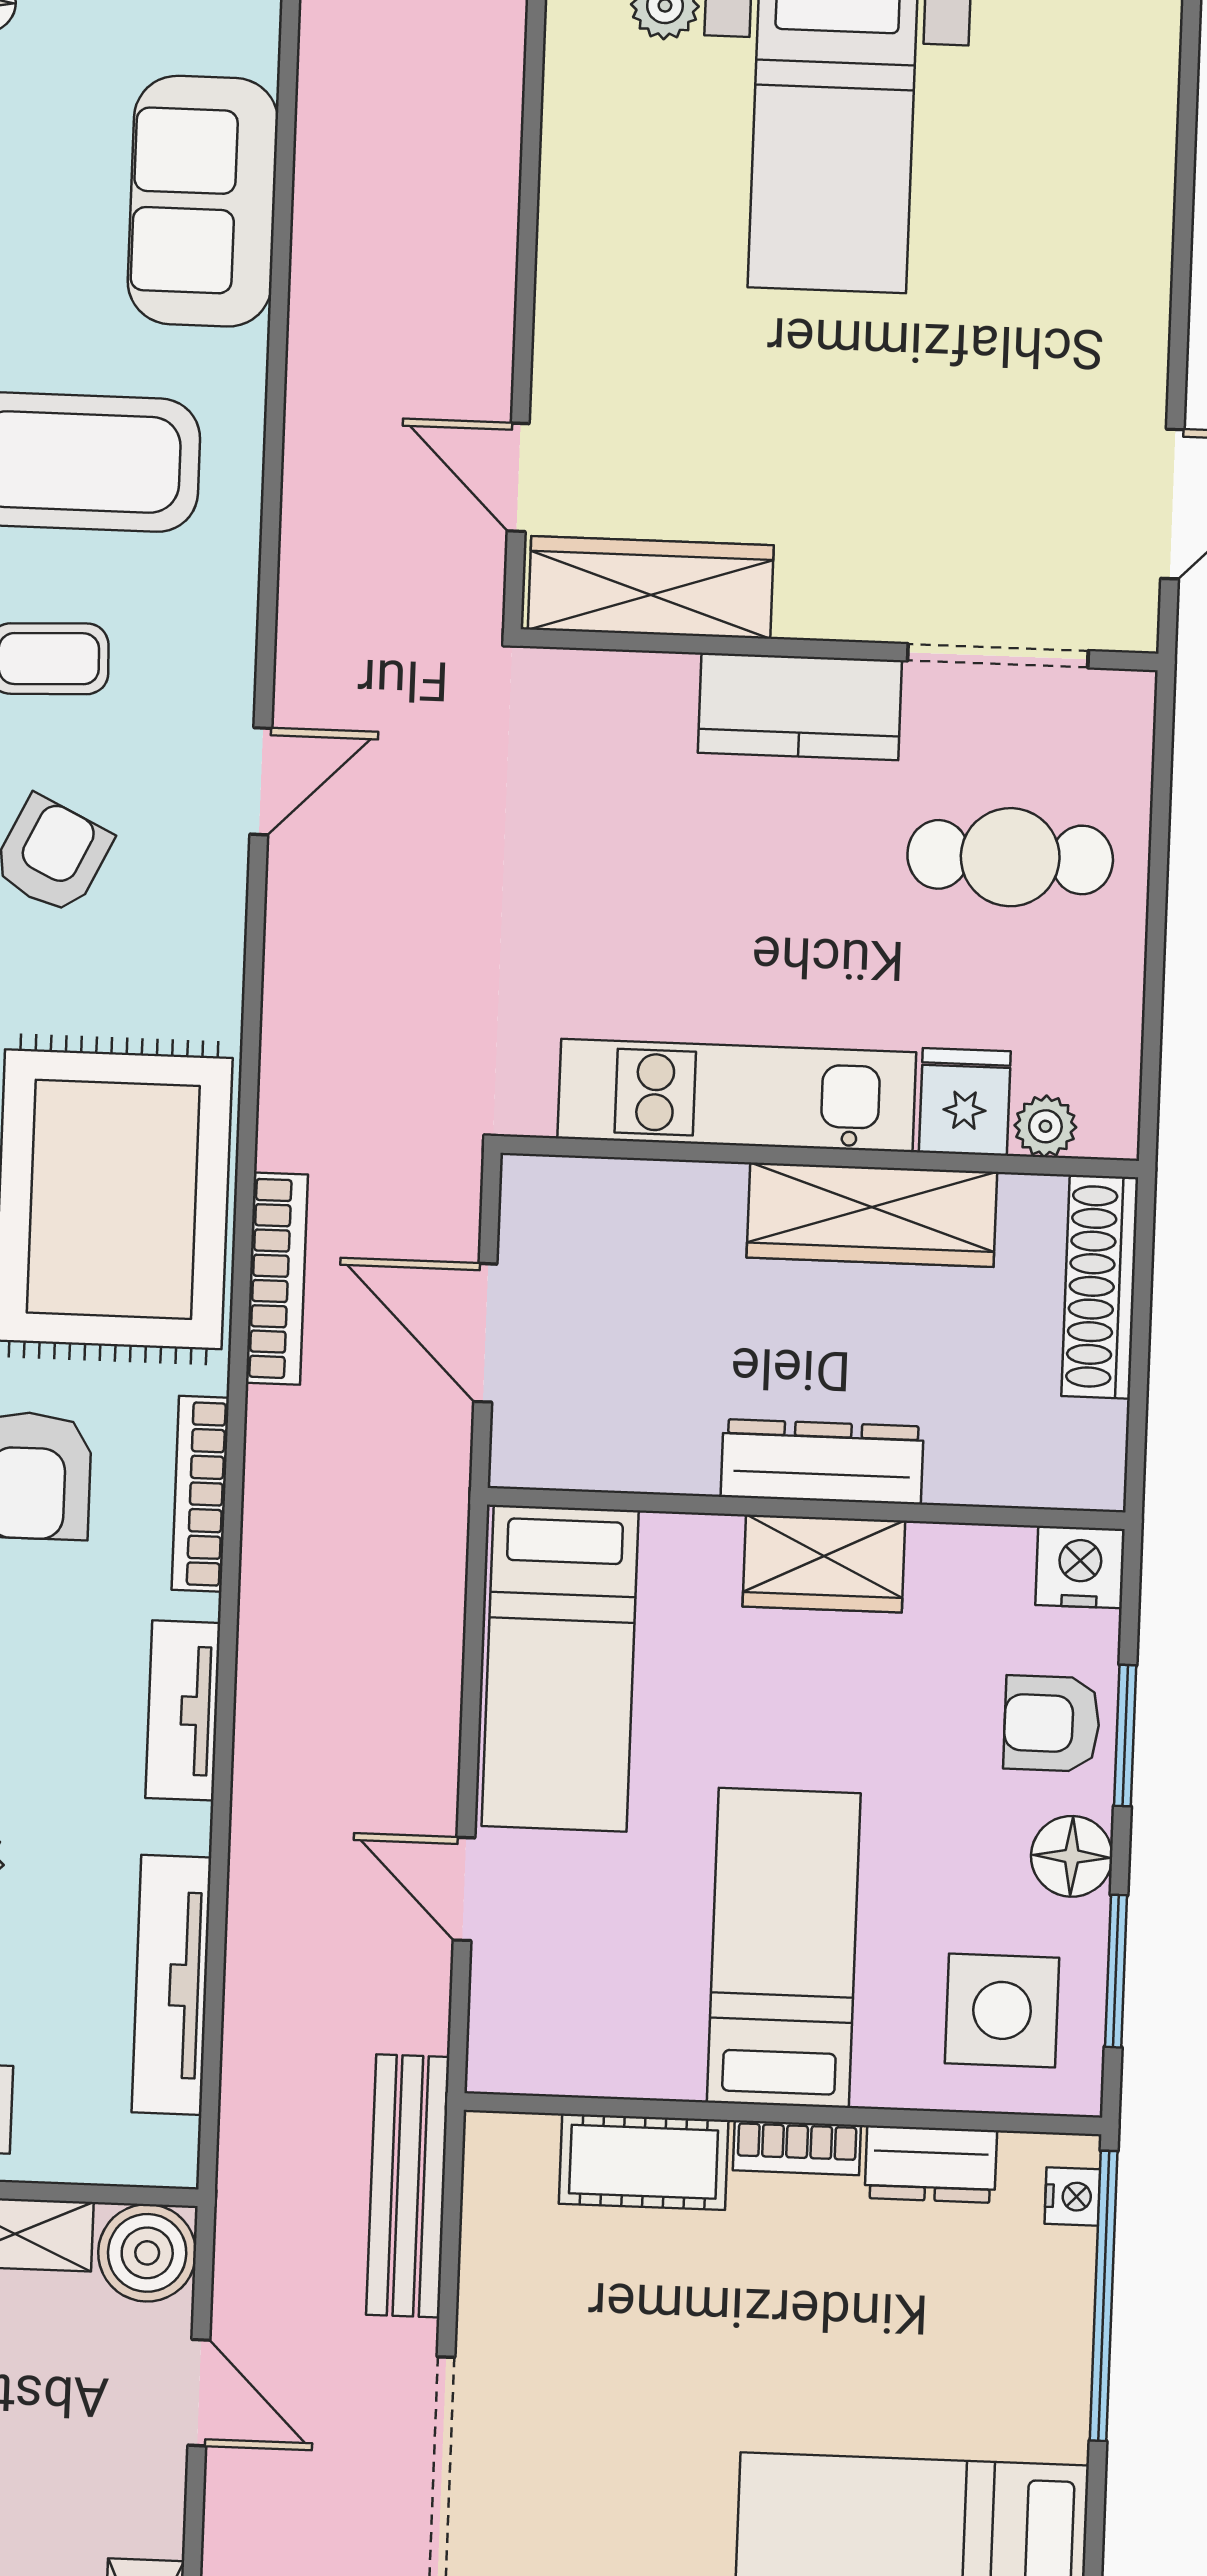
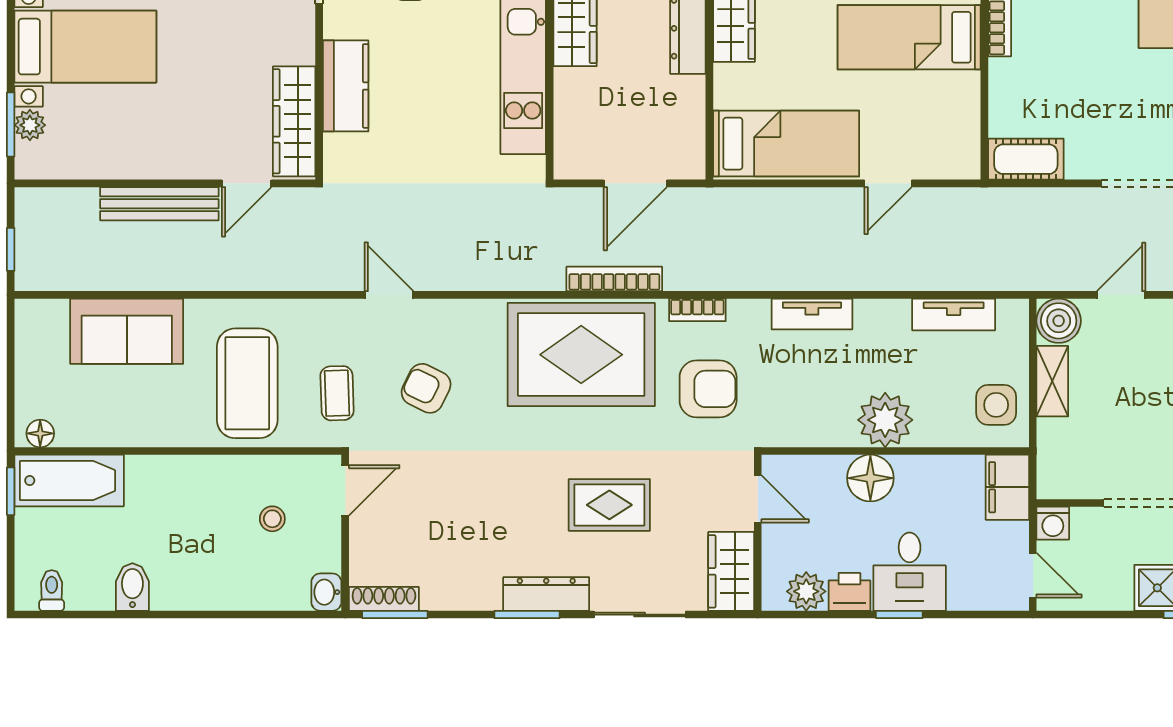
kitchen counter: (800, 707) -> (346, 86), moved
bookcase: (200, 1494) -> (697, 310), width x0.64
tv unit: (171, 1985) -> (954, 314), width x0.71
cot: (644, 2162) -> (1026, 159), moved, turned 90
bench: (408, 2186) -> (159, 204), moved

